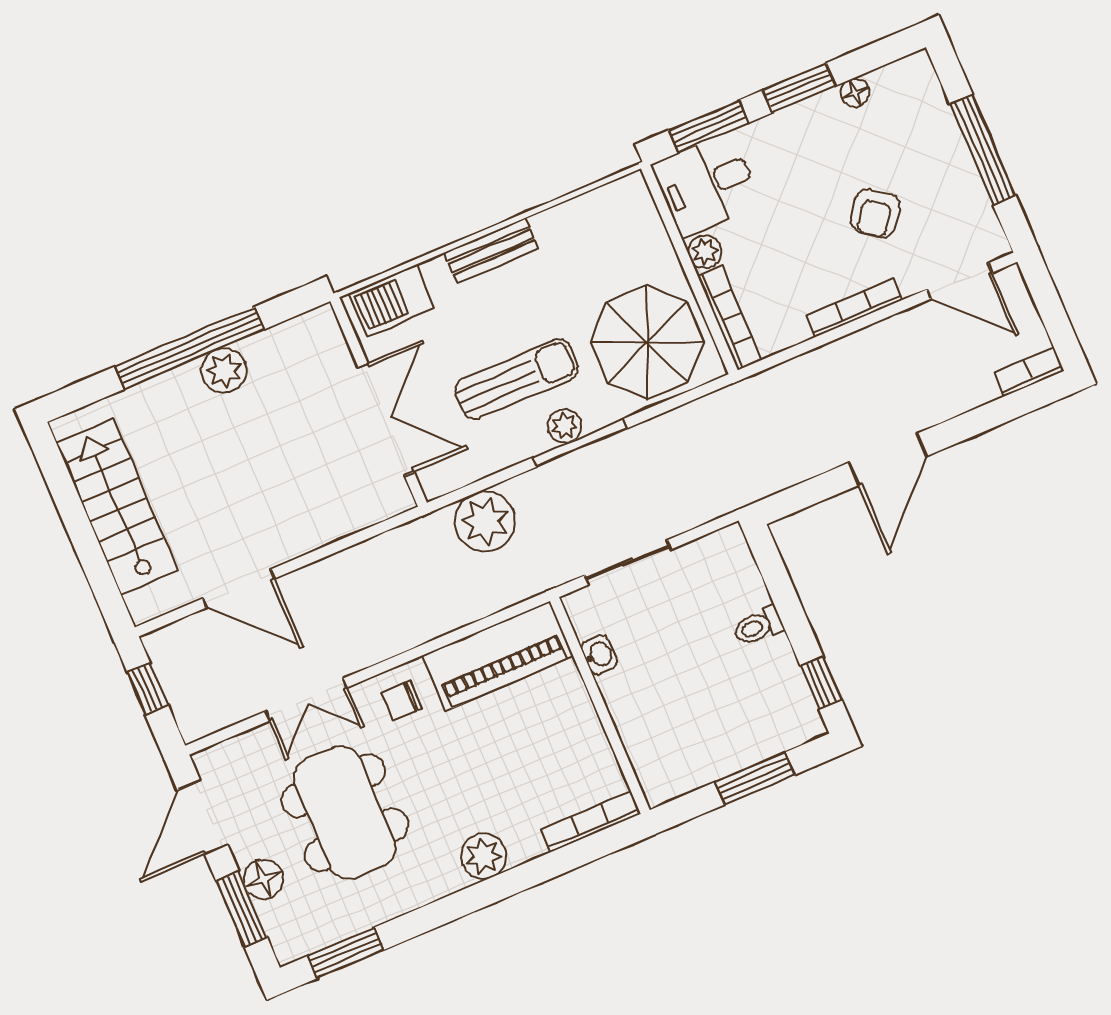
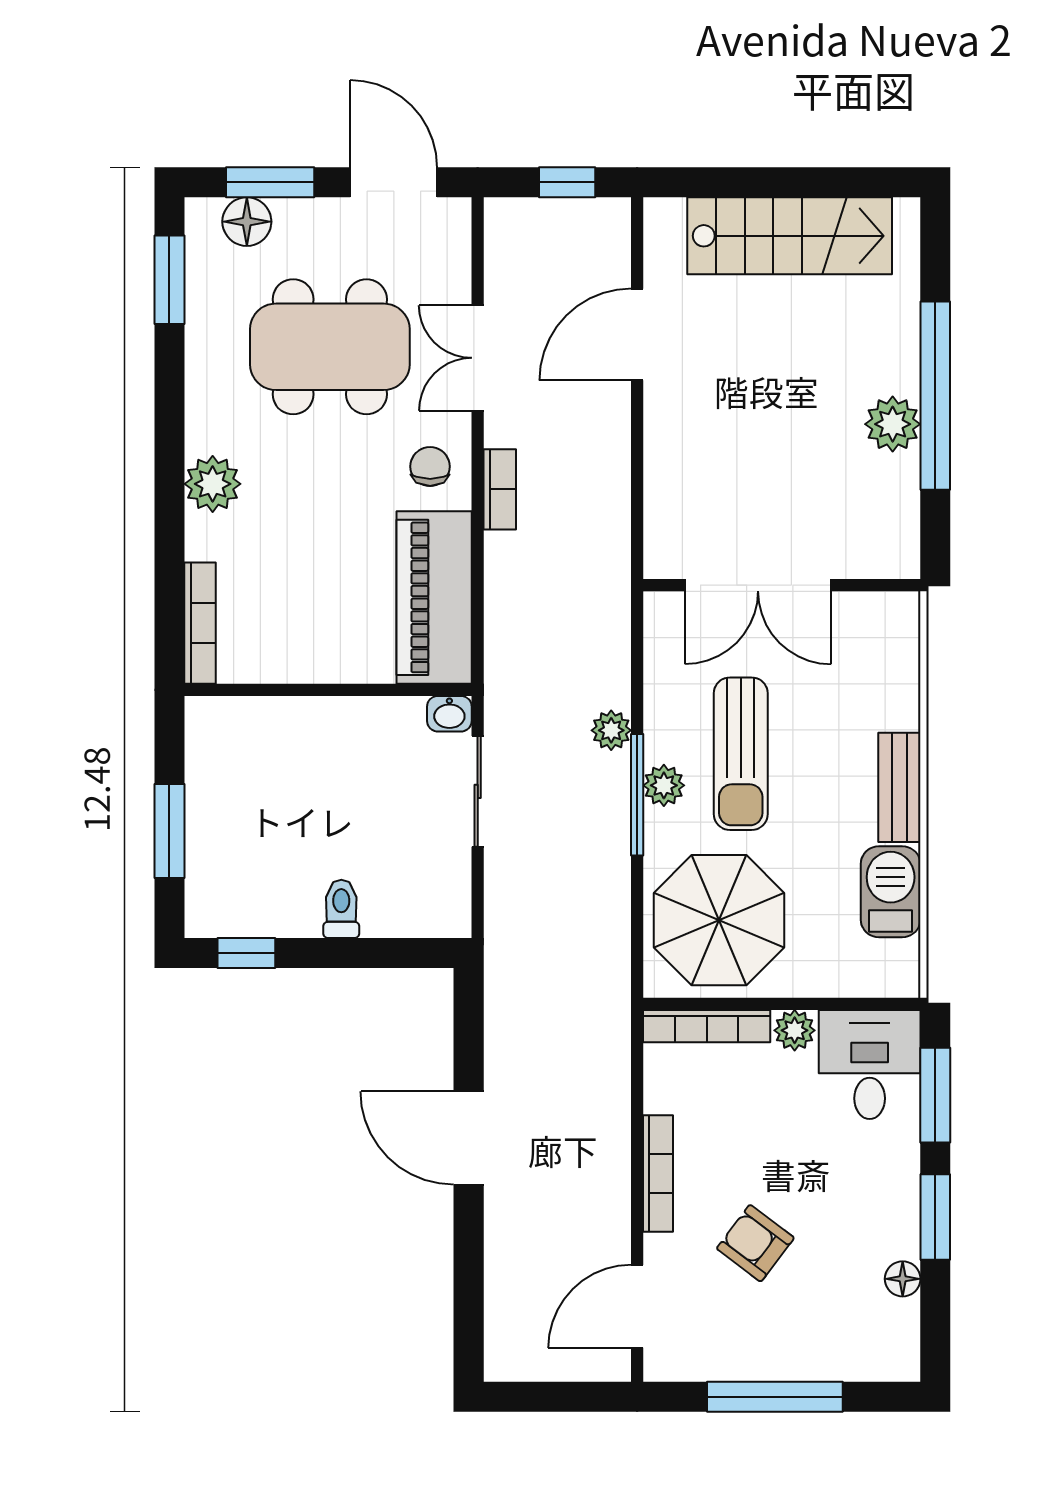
barbecue: (392, 301) -> (891, 892), moved
bookcase: (1029, 372) -> (500, 489), moved
plant: (485, 521) -> (611, 730), moved, width x0.53, depth x0.53
washbasin: (599, 655) -> (449, 714), moved
floor lamp: (263, 879) -> (247, 222), moved

